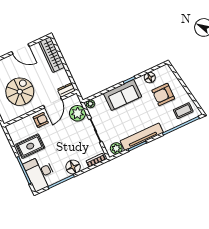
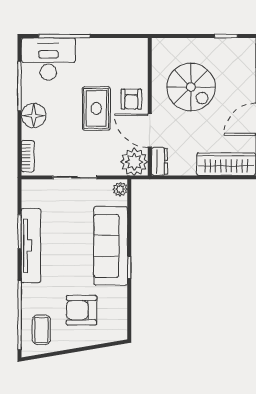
floor lamp: (150, 78) -> (118, 302), removed
sofa: (122, 95) -> (111, 246), width x1.36
armchair: (163, 95) -> (81, 310), turned -90
plant: (77, 113) -> (134, 162), moved
rug: (30, 146) -> (96, 108), moved
plant: (116, 148) -> (31, 197), removed

